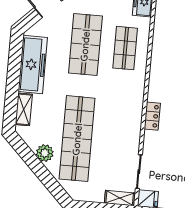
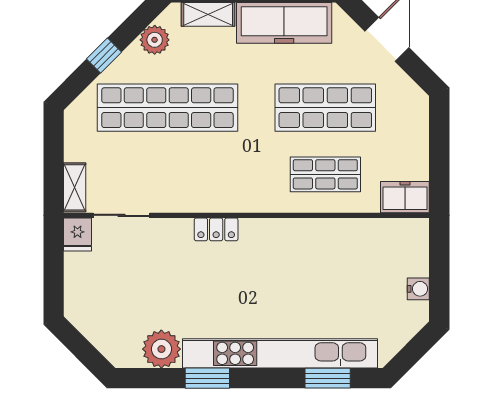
plant: (45, 153) -> (155, 40), moved
window: (43, 174) -> (104, 56), added

